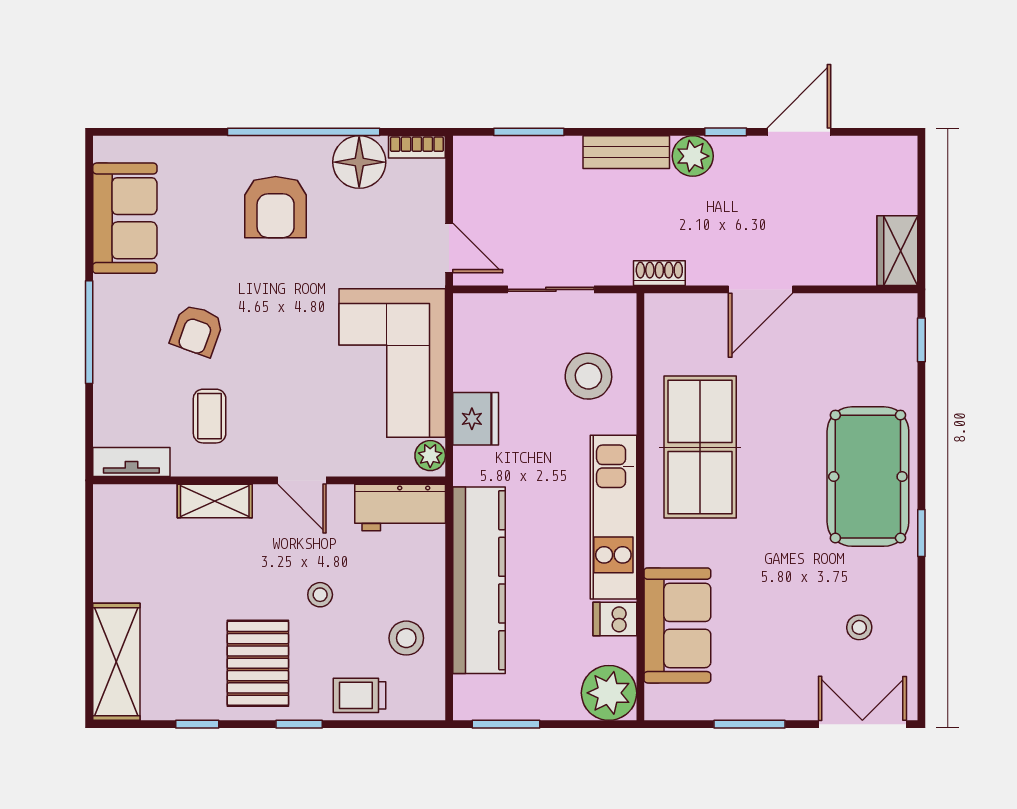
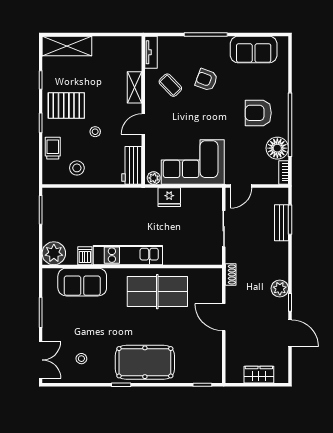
bench: (626, 152) -> (281, 223), moved
wardrobe: (897, 251) -> (259, 375), moved
stool: (588, 376) -> (187, 245), removed
coffee table: (210, 416) -> (170, 85), turned 46
kitchen counter: (479, 580) -> (101, 199), removed

